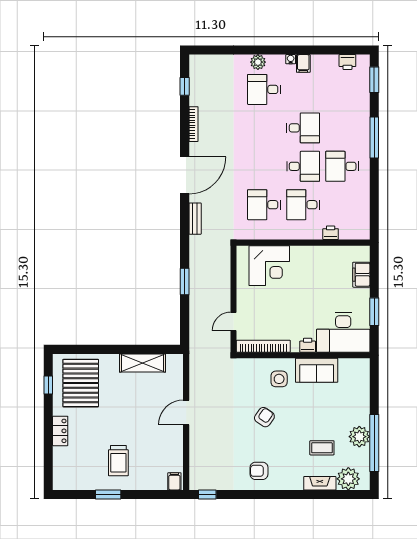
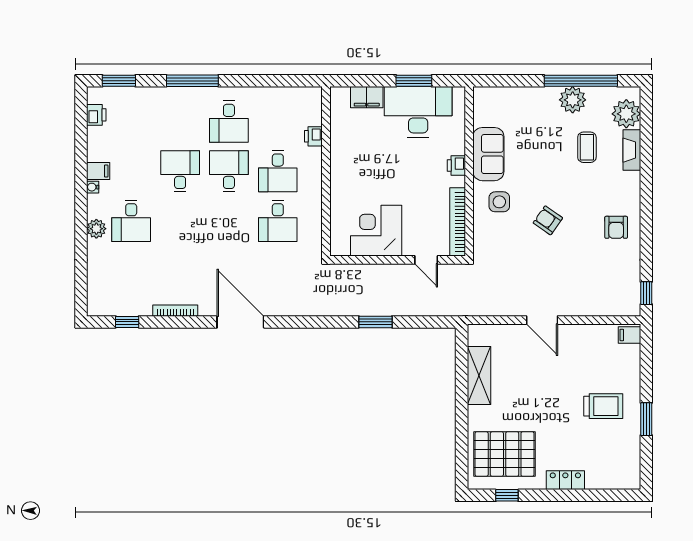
bench: (195, 219) -> (295, 309), removed
corner desk: (269, 266) -> (376, 231), moved, turned -90
desk: (343, 332) -> (418, 112), moved, turned -90

